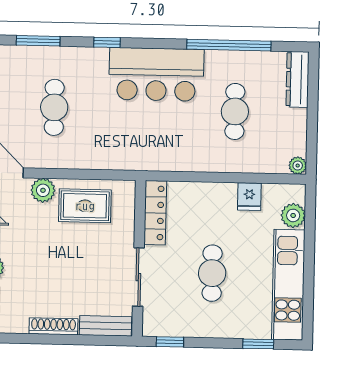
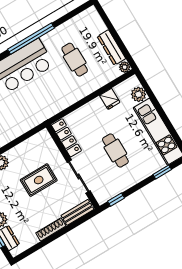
window: (229, 45) -> (31, 39), moved
dresser: (298, 79) -> (111, 47), moved
rug: (85, 206) -> (39, 180), moved

